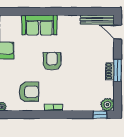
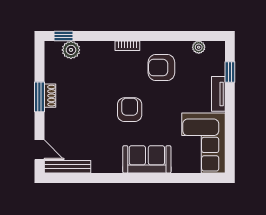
armchair: (52, 61) -> (130, 110), turned 180
plant: (107, 105) -> (71, 50), moved

